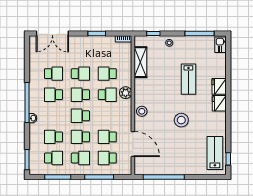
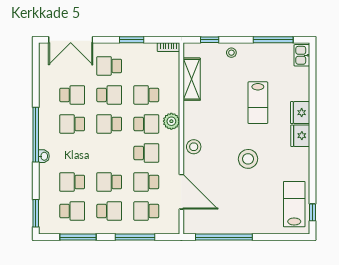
school desk: (80, 53) -> (109, 66), added
school desk: (80, 116) -> (146, 153), moved, turned 180

